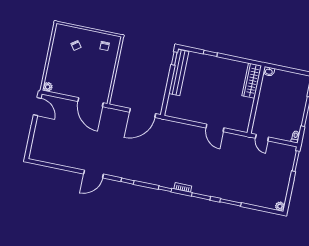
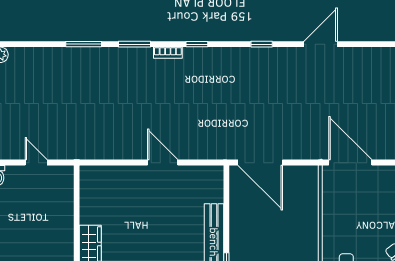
door: (143, 113) -> (260, 163), swing flipped
door: (215, 128) -> (163, 163), moved
door: (262, 138) -> (36, 163), moved

